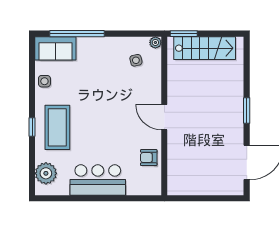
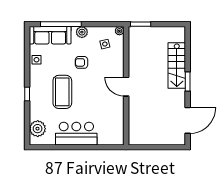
plant: (105, 44) -> (82, 32), added
sofa: (55, 48) -> (50, 35), width x1.36
stairs: (205, 48) -> (177, 66), moved, turned 90
coffee table: (57, 127) -> (62, 92), moved
armchair: (149, 158) -> (82, 62), moved

